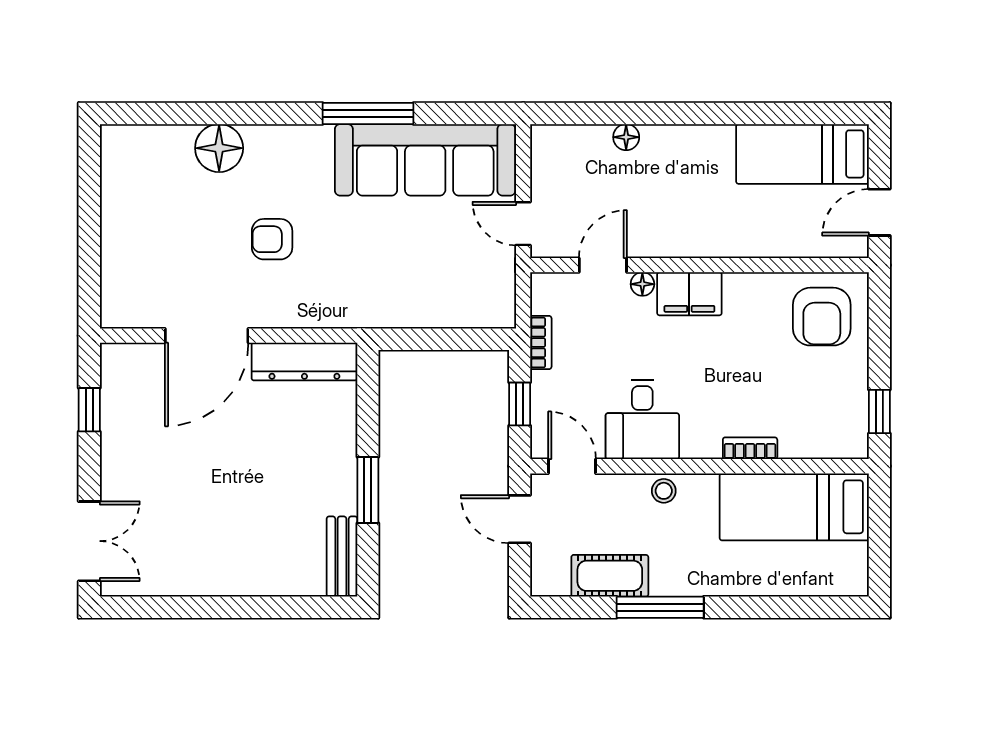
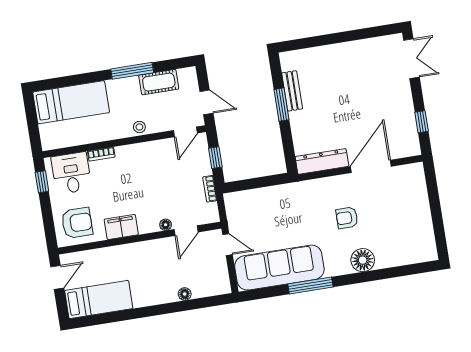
floor lamp: (219, 148) -> (363, 260), moved
armchair: (272, 239) -> (347, 218), turned 180
filing cabinet: (689, 294) -> (121, 227), moved
armchair: (822, 317) -> (77, 223), turned 90
desk: (642, 419) -> (71, 173), moved
door: (572, 466) -> (185, 132), hinge flipped
bed: (794, 507) -> (71, 102), moved
double door: (89, 541) -> (411, 59), swing flipped
bench: (342, 557) -> (292, 91), moved

